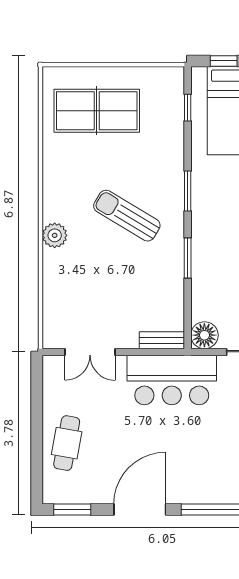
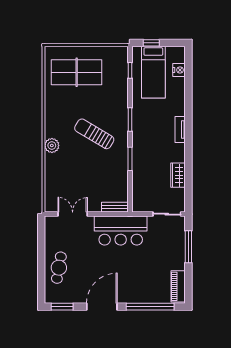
floor lamp: (204, 335) -> (140, 204), removed
double door: (90, 352) -> (73, 214), swing flipped

